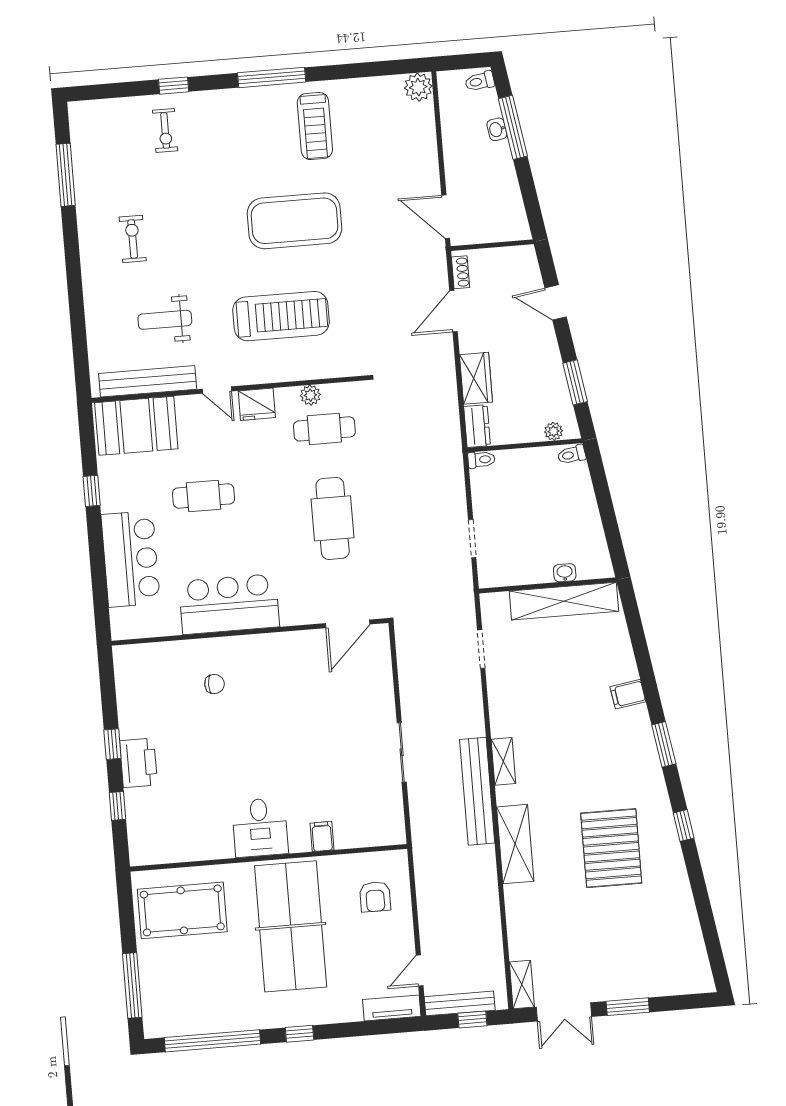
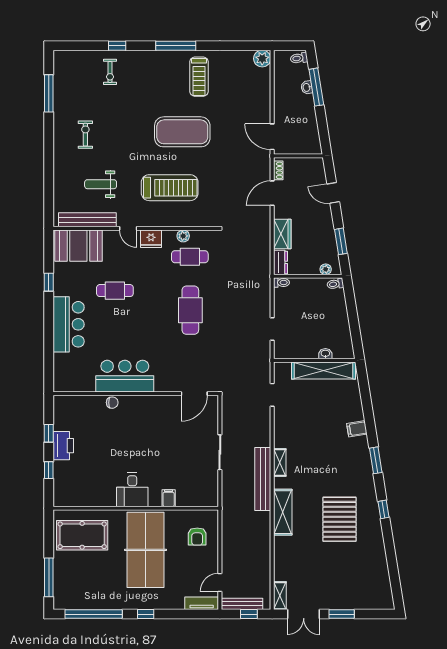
bar counter: (229, 604) -> (125, 376), moved
door: (348, 624) -> (194, 394), moved
wall: (250, 632) -> (136, 394), moved

